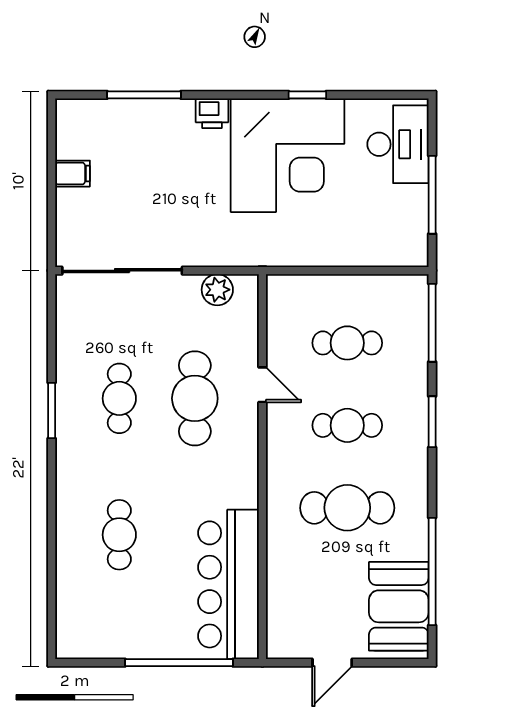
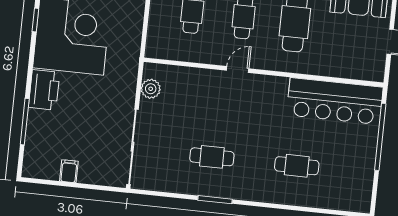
printer: (212, 113) -> (44, 90), width x1.87, depth x1.48
door: (262, 385) -> (238, 70), moved
cafe table: (195, 398) -> (217, 110), removed

